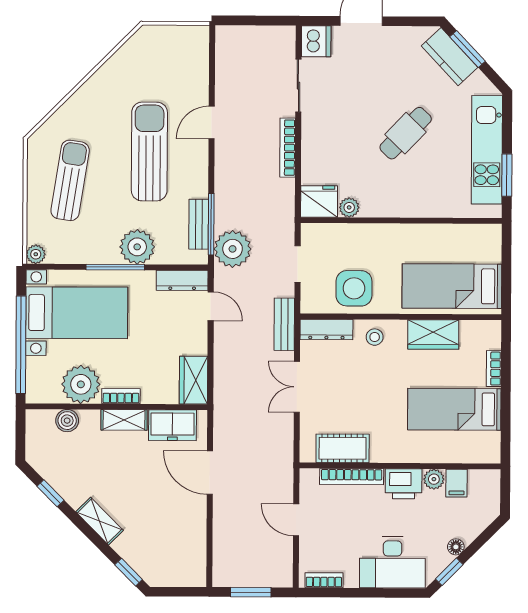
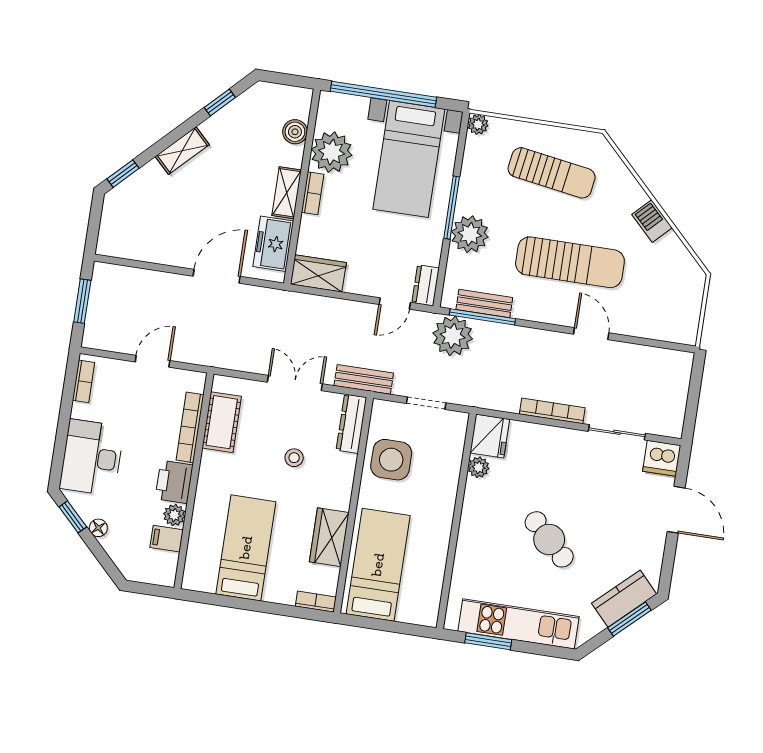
barbecue: (101, 82) -> (652, 221), added
dresser: (182, 280) -> (426, 285), width x0.70
stool: (375, 337) -> (294, 458), moved
bookcase: (494, 369) -> (316, 602), moved

